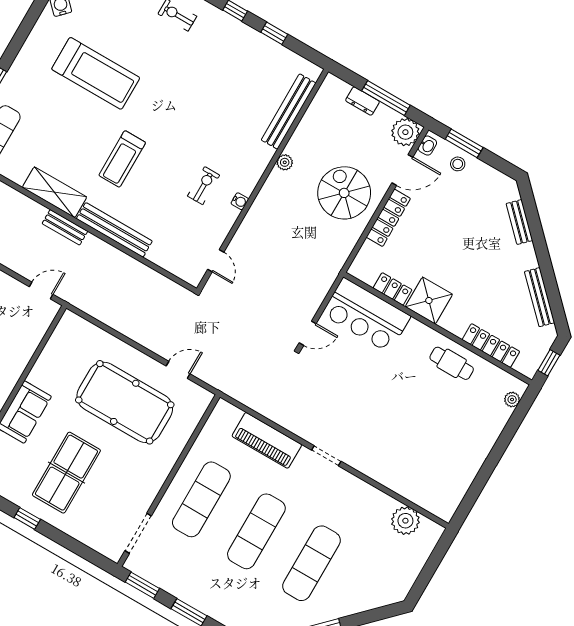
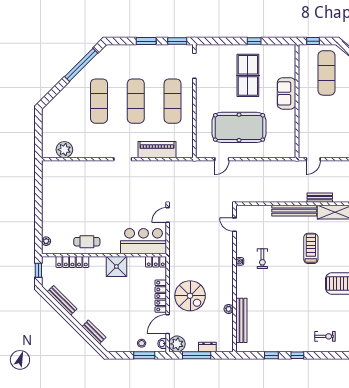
plant: (285, 162) -> (229, 309), moved
locker: (393, 289) -> (156, 262), moved

